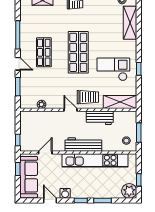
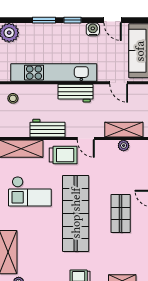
shop shelf: (78, 52) -> (76, 213), width x1.40
trolley: (88, 97) -> (63, 155), turned 180
shelving: (41, 117) -> (124, 130), added
workbench: (83, 145) -> (75, 93), width x0.73
door: (45, 153) -> (119, 83), hinge flipped

